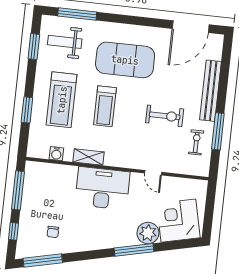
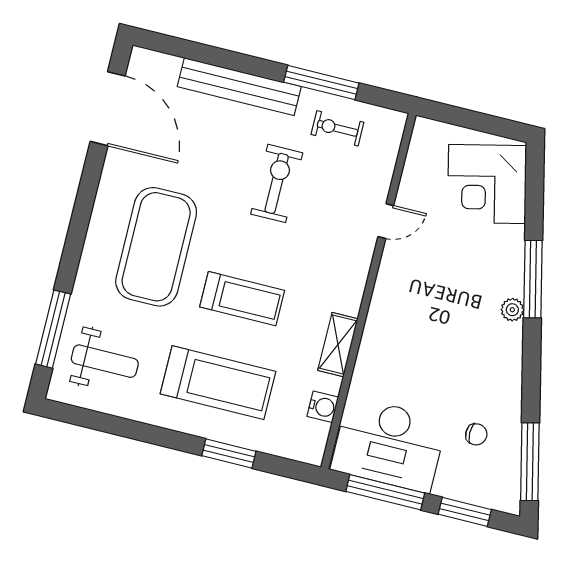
weight bench: (65, 42) -> (105, 361), turned -90
window: (34, 47) -> (106, 423), removed
desk: (102, 188) -> (389, 445), moved, turned -90
window: (13, 231) -> (465, 512), width x1.50
plant: (148, 233) -> (512, 310), moved, width x0.53, depth x0.53

